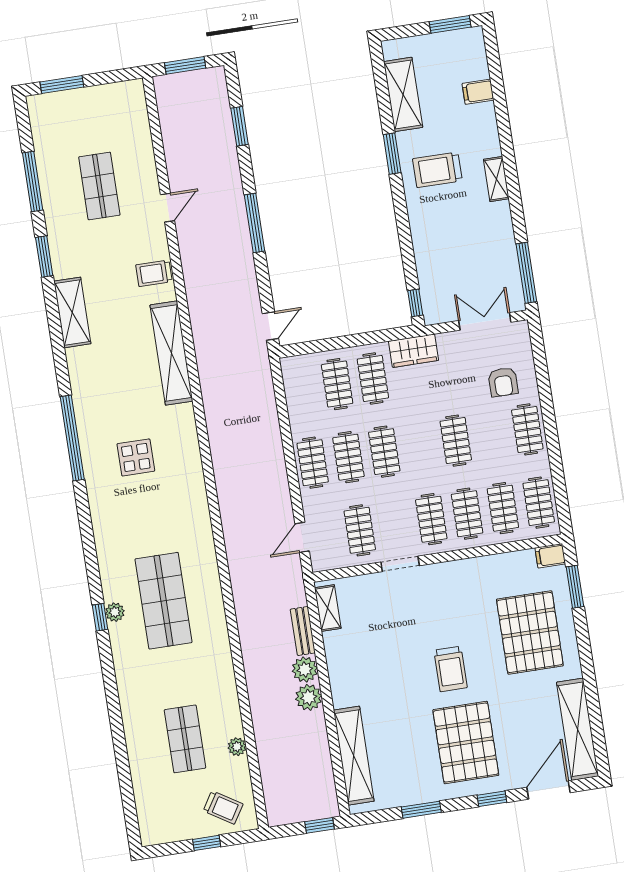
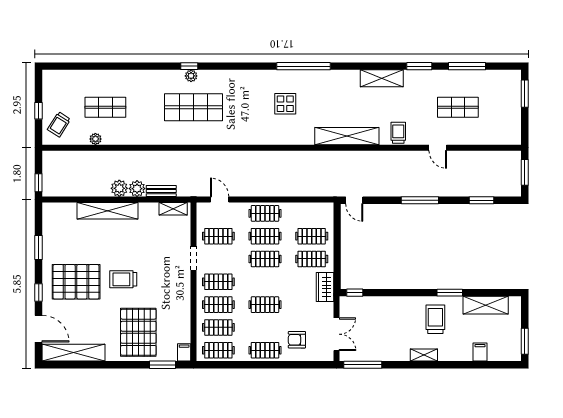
pallet: (530, 632) -> (138, 332), turned 90
shelving: (354, 756) -> (108, 211), moved

